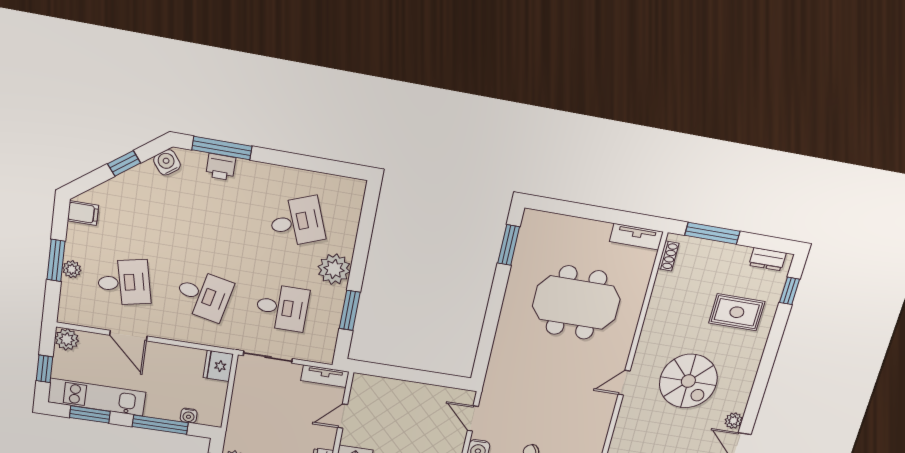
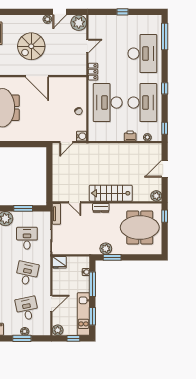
spiral stairs: (688, 381) -> (31, 46), turned 180
door: (624, 383) -> (37, 76), width x1.87

